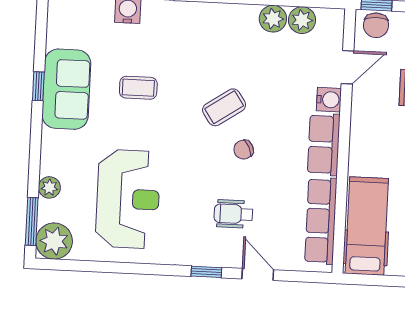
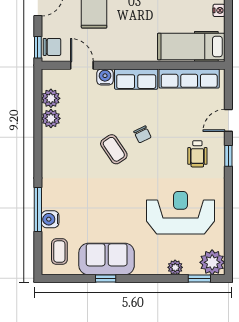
coffee table: (138, 88) -> (59, 252), moved
wheelchair: (233, 214) -> (197, 154), moved
window: (32, 221) -> (199, 278), width x0.67

